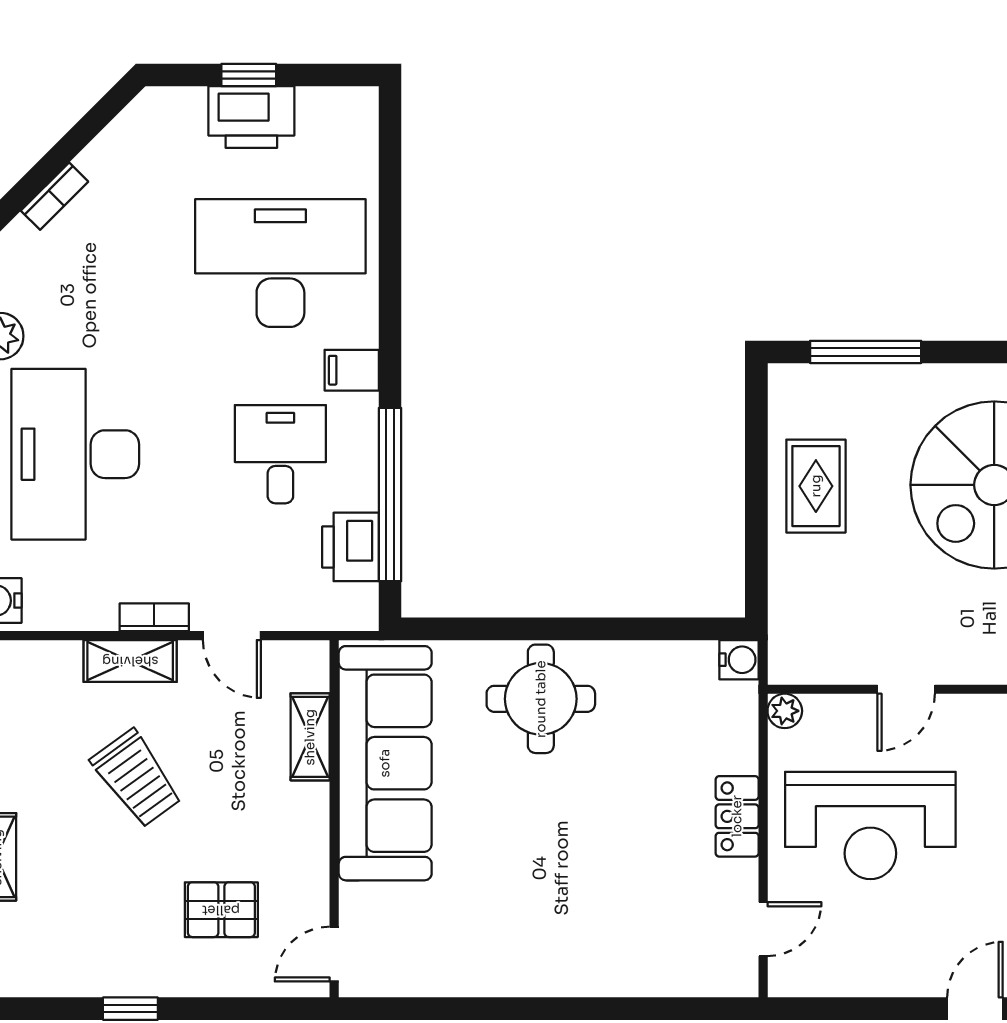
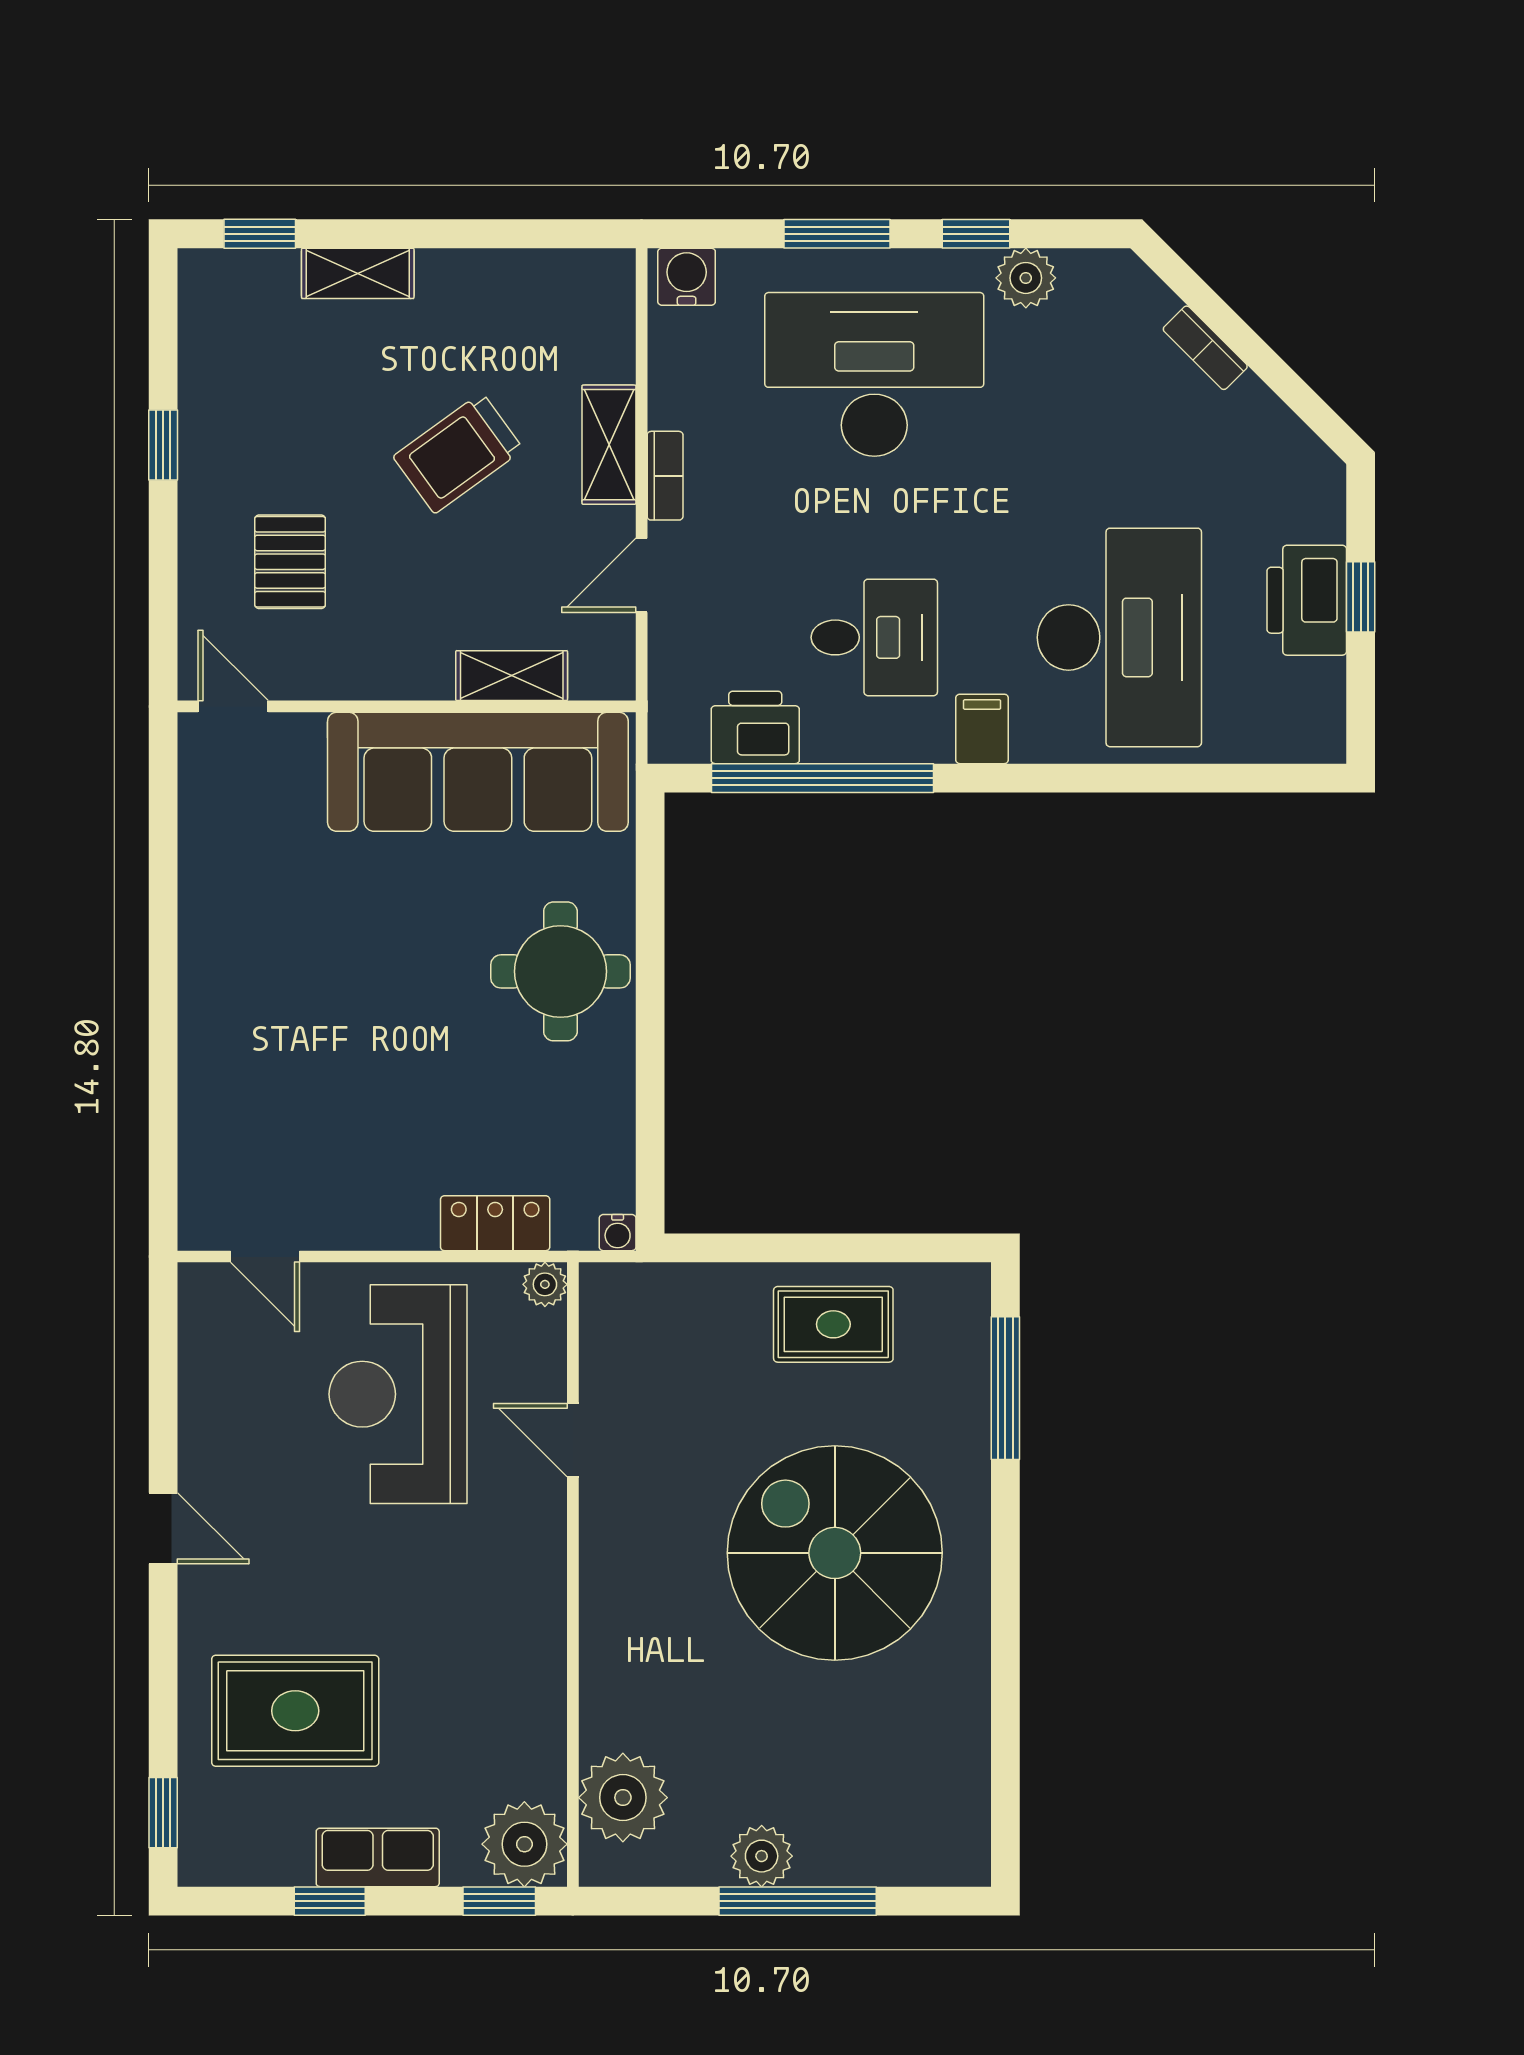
water cooler: (739, 660) -> (618, 1233), width x0.72, depth x0.72
locker: (737, 816) -> (495, 1223), moved

